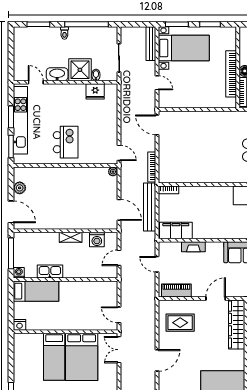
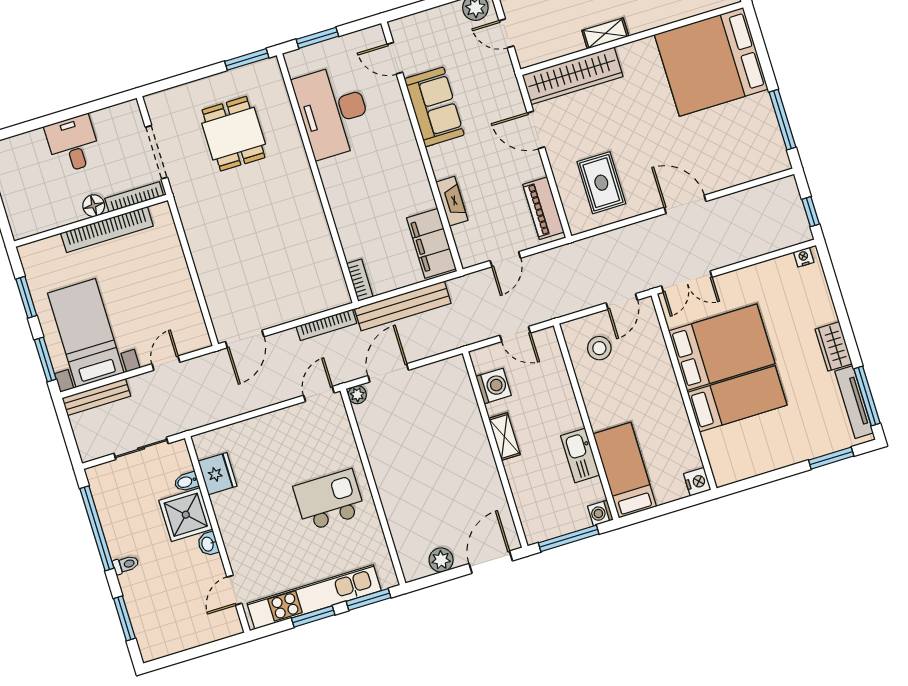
washbasin: (57, 74) -> (208, 544), width x0.52, depth x0.69
door: (119, 210) -> (388, 373), moved
stool: (100, 297) -> (599, 348), added

